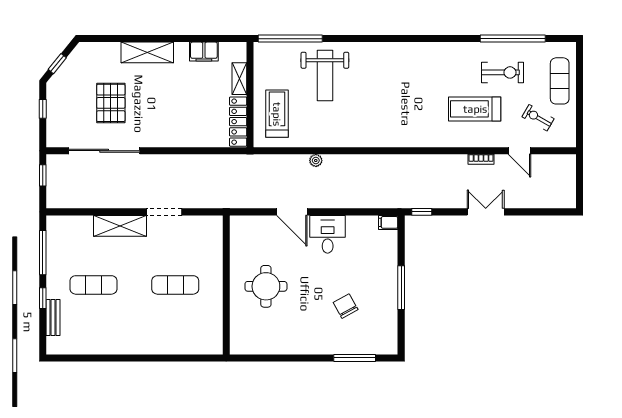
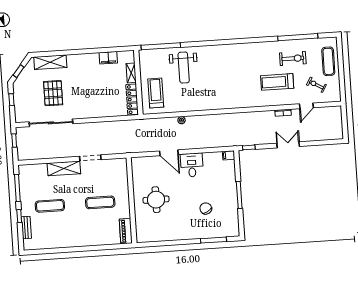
shelving: (147, 52) -> (50, 62), moved
door: (519, 151) -> (306, 106), hinge flipped
piano: (214, 334) -> (126, 231), added

